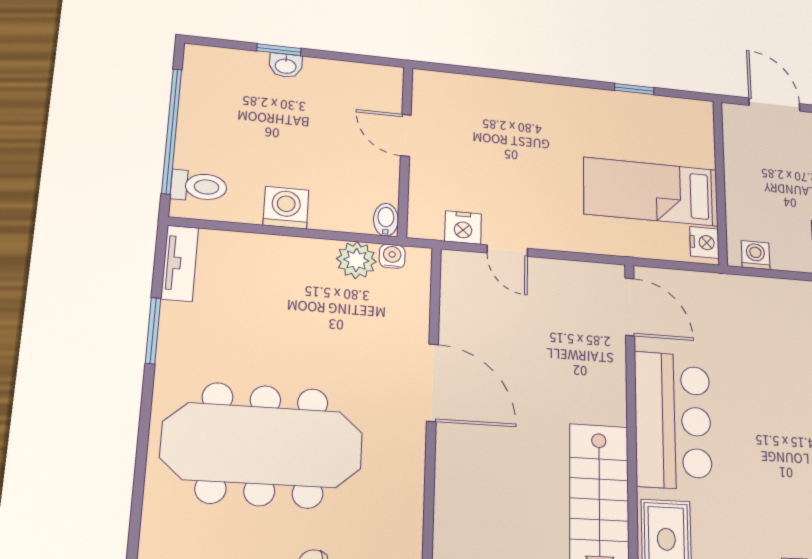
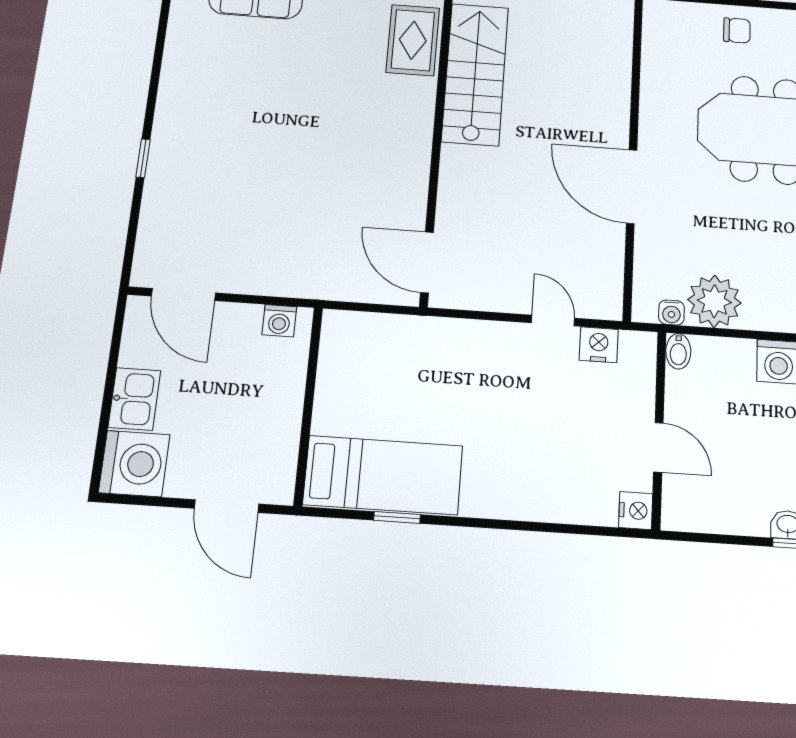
bed: (651, 192) -> (383, 475), moved
nightstand: (704, 242) -> (636, 511), moved, turned 180
plant: (356, 260) -> (714, 301), width x1.36, depth x1.36
bar counter: (673, 420) -> (394, 148), removed

